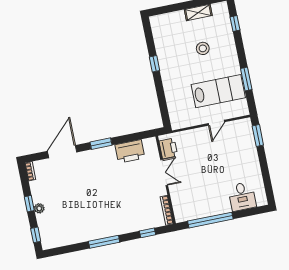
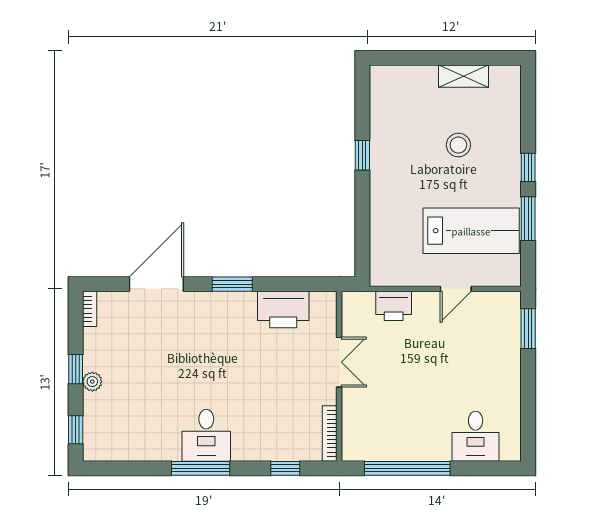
window: (235, 24) -> (528, 167), moved
printer: (168, 148) -> (394, 306), moved, turned 90
desk: (103, 224) -> (206, 435), added

